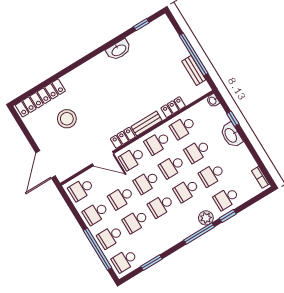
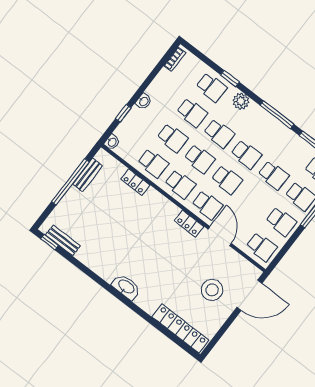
window: (141, 25) -> (50, 242), moved
washbasin: (119, 50) -> (126, 287), moved
stool: (67, 119) -> (212, 290), moved
bench: (147, 124) -> (63, 240), moved
washbasin: (231, 135) -> (144, 101), width x0.52, depth x0.69
school desk: (121, 198) -> (254, 201), removed
window: (199, 234) -> (277, 115), moved

